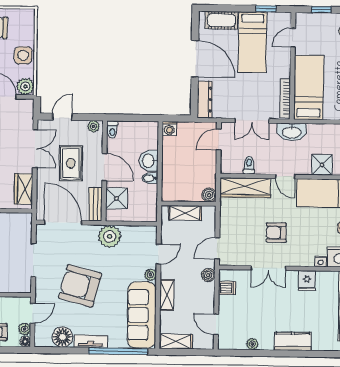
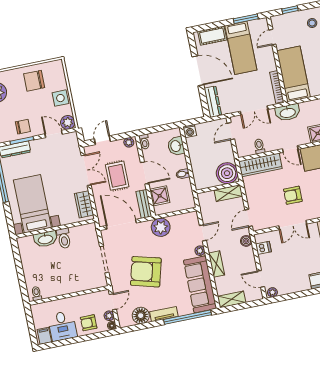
window: (266, 9) -> (246, 19), width x1.50
washbasin: (149, 161) -> (176, 146), moved
boiler: (209, 195) -> (227, 173), width x1.86, depth x1.86
shelving: (185, 213) -> (228, 193), moved
plant: (252, 344) -> (272, 292), moved

